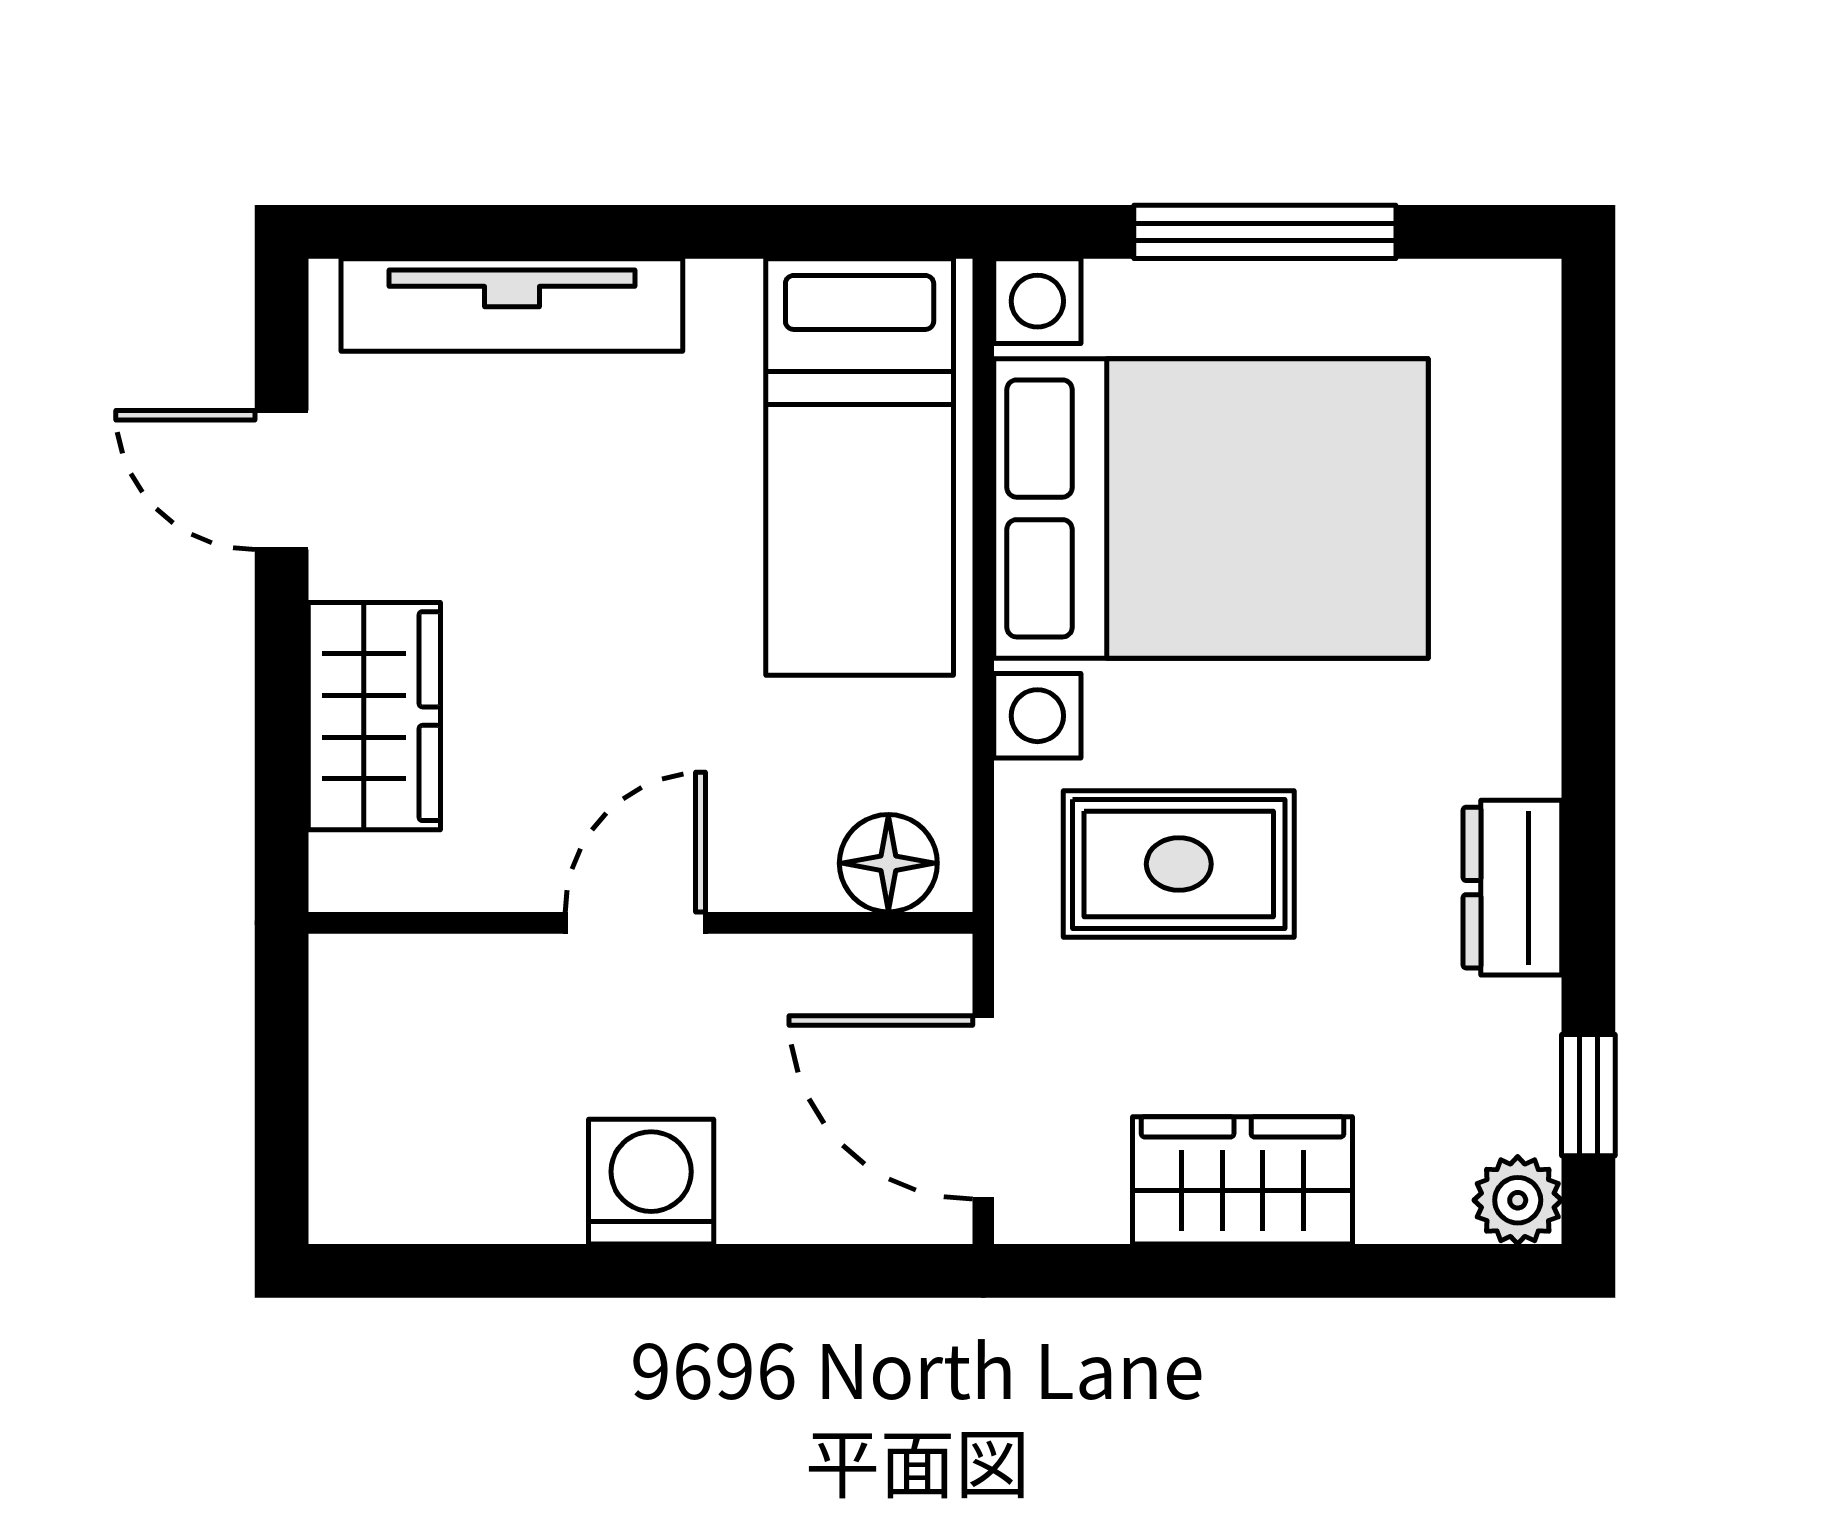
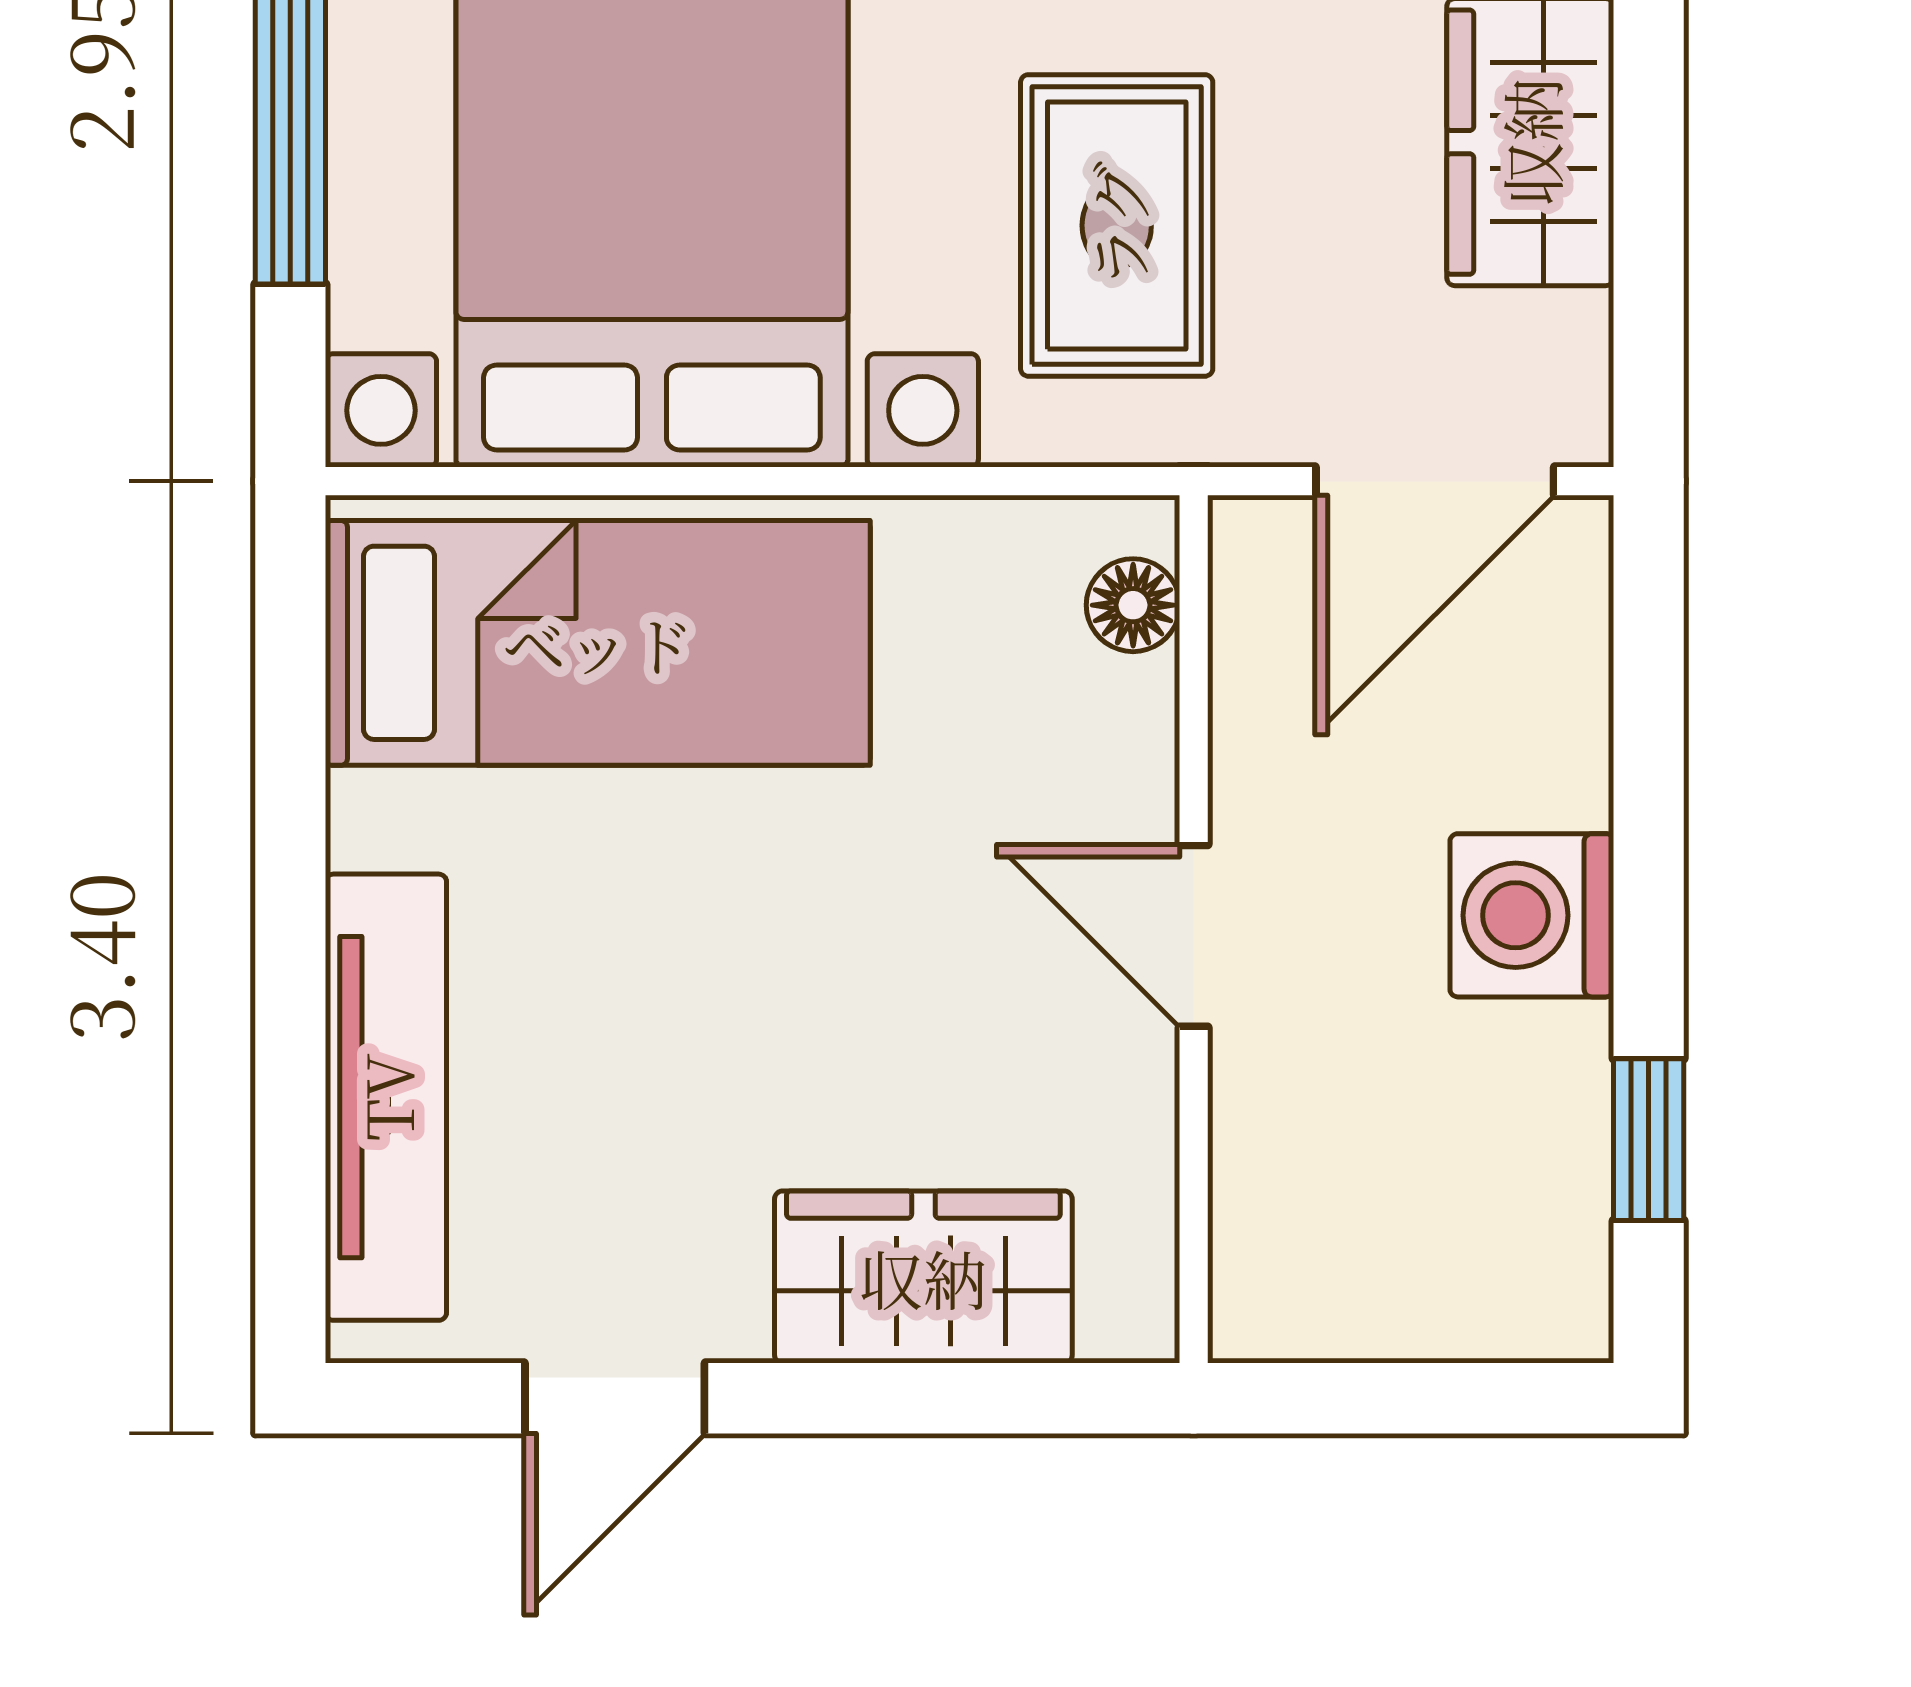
floor lamp: (888, 863) -> (1133, 605), width x0.73, depth x0.73
window: (479, 1271) -> (1649, 1140), added

